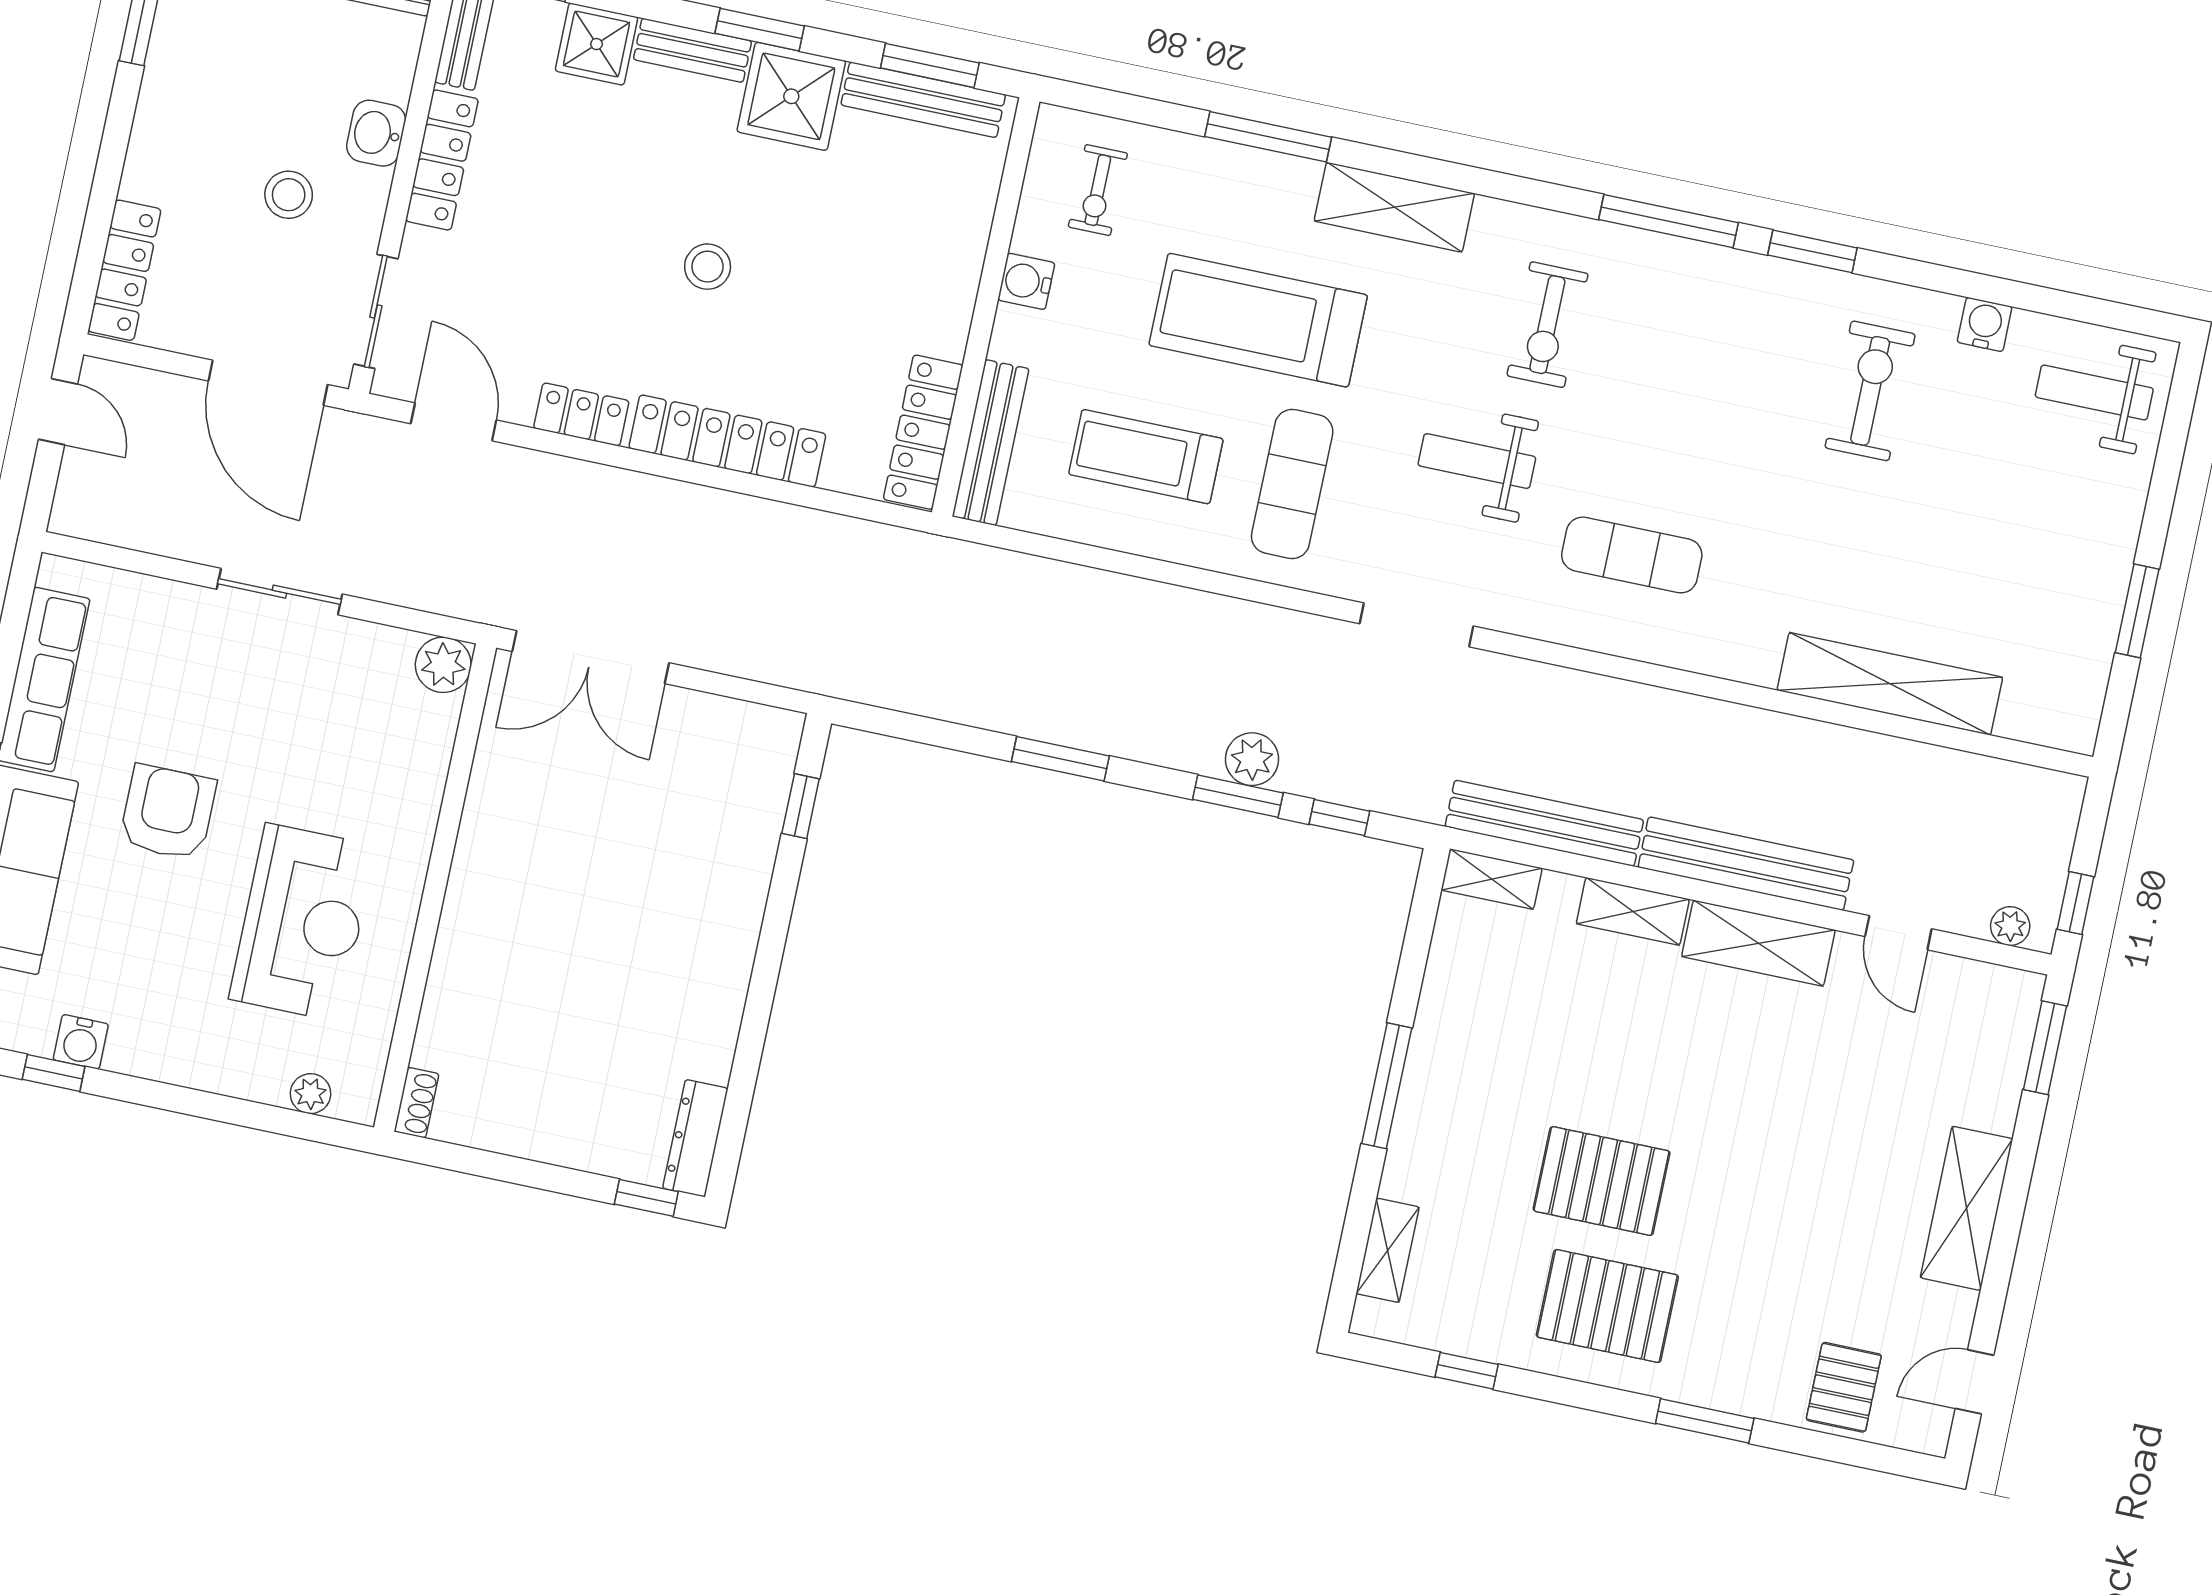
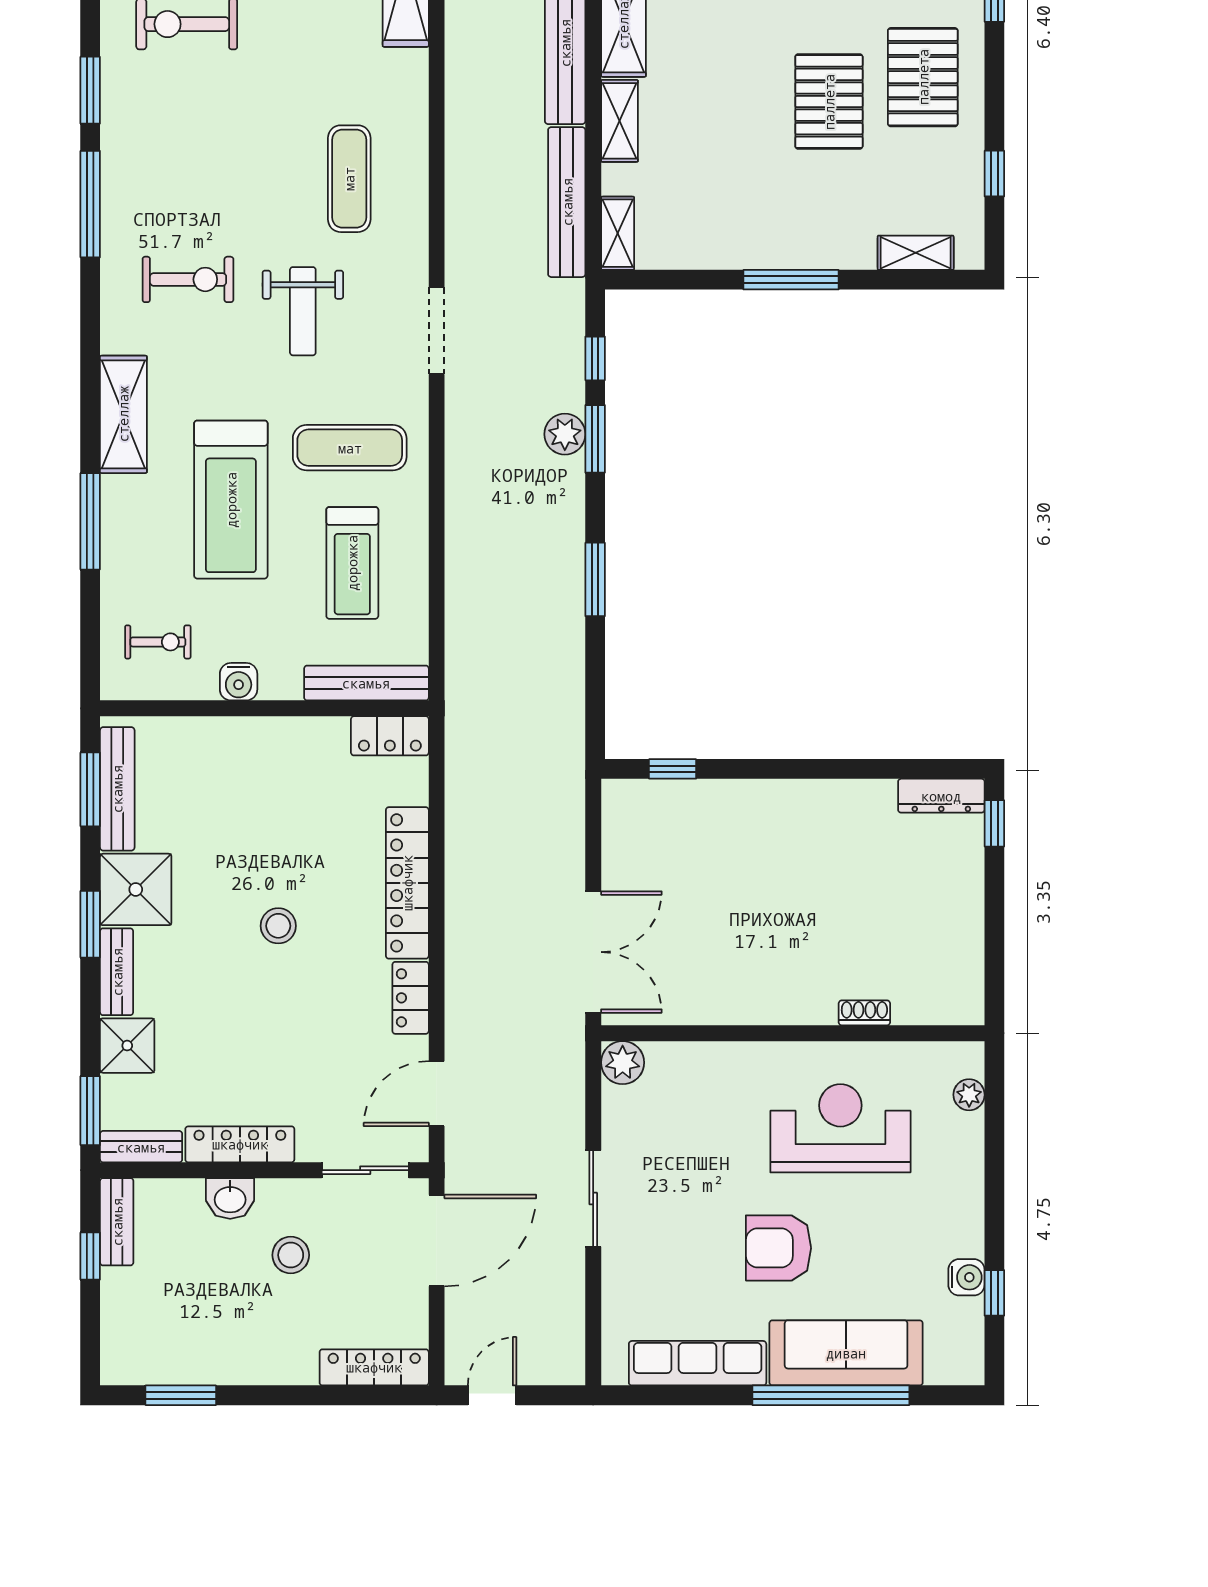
locker: (923, 432) -> (390, 736), width x0.66
shoe rack: (417, 1103) -> (864, 1013), moved

